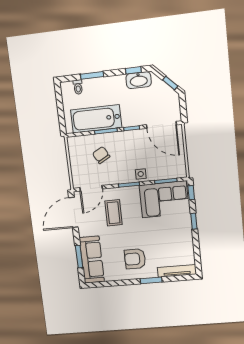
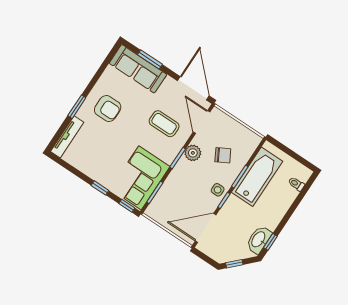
window: (92, 75) -> (296, 204), removed
side table: (141, 174) -> (218, 190), moved
plant: (117, 177) -> (193, 153), added
armchair: (135, 259) -> (108, 109), turned 90

